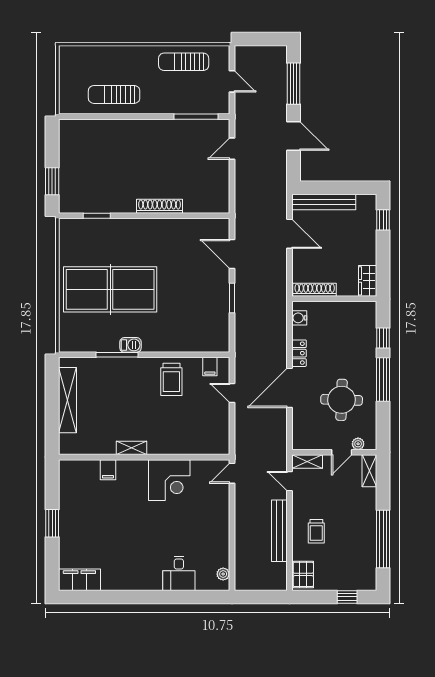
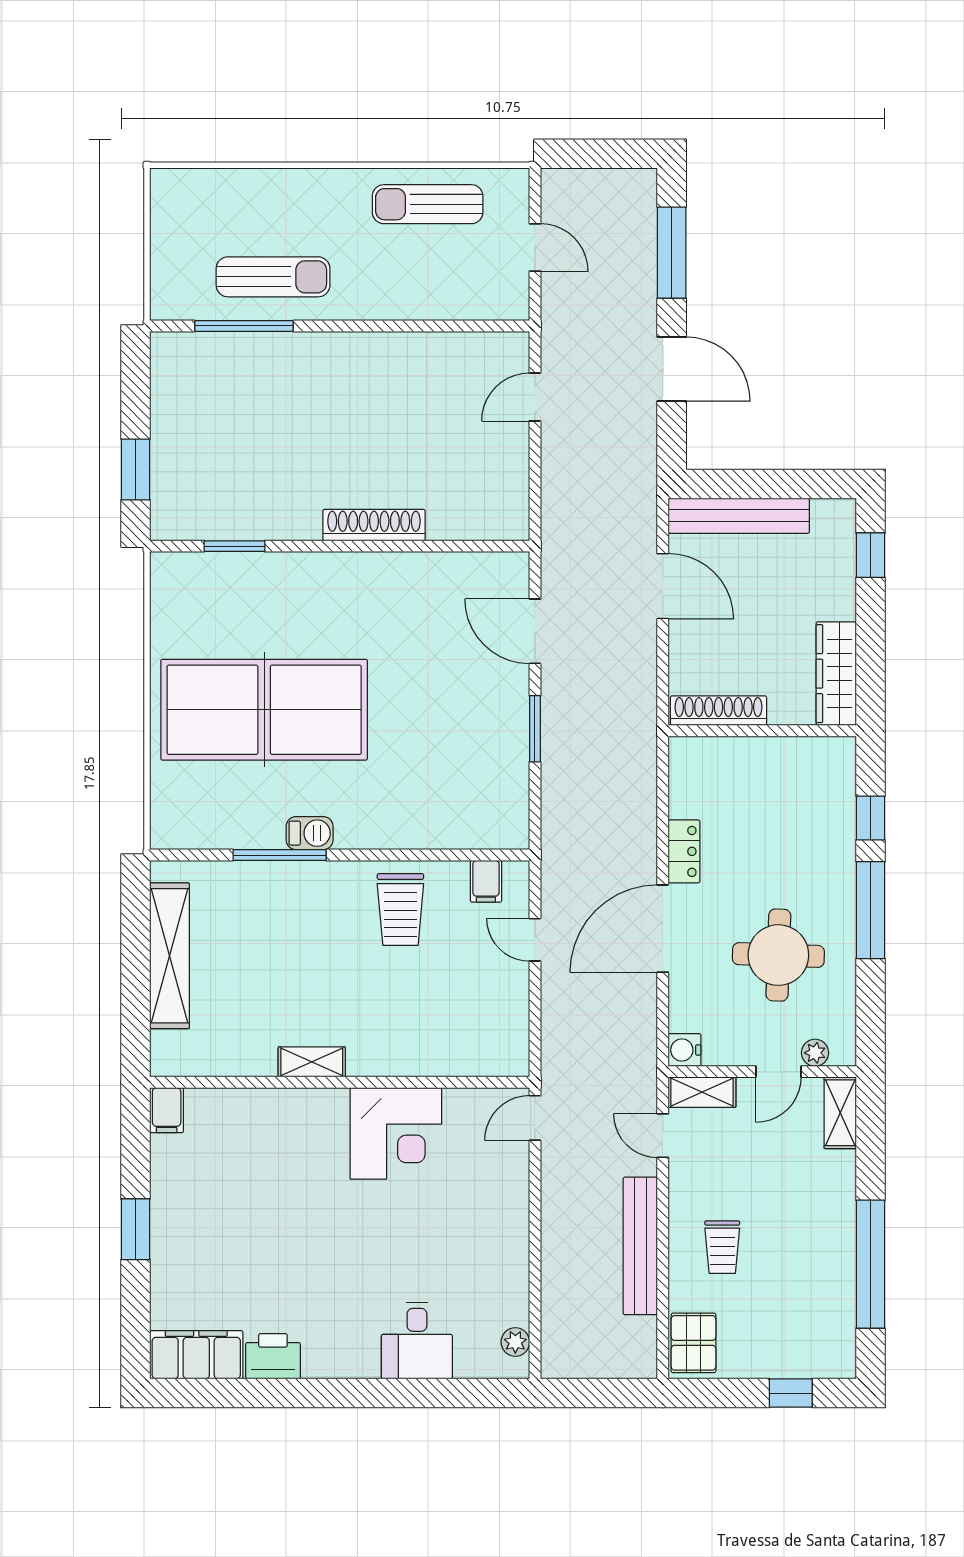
sun lounger: (114, 94) -> (273, 277), turned 180
window: (196, 117) -> (244, 326), moved
wardrobe: (368, 281) -> (836, 674), width x1.50
water cooler: (299, 318) -> (684, 1050), moved
filing cabinet: (108, 470) -> (167, 1110), moved
printer: (114, 580) -> (273, 1356), added

